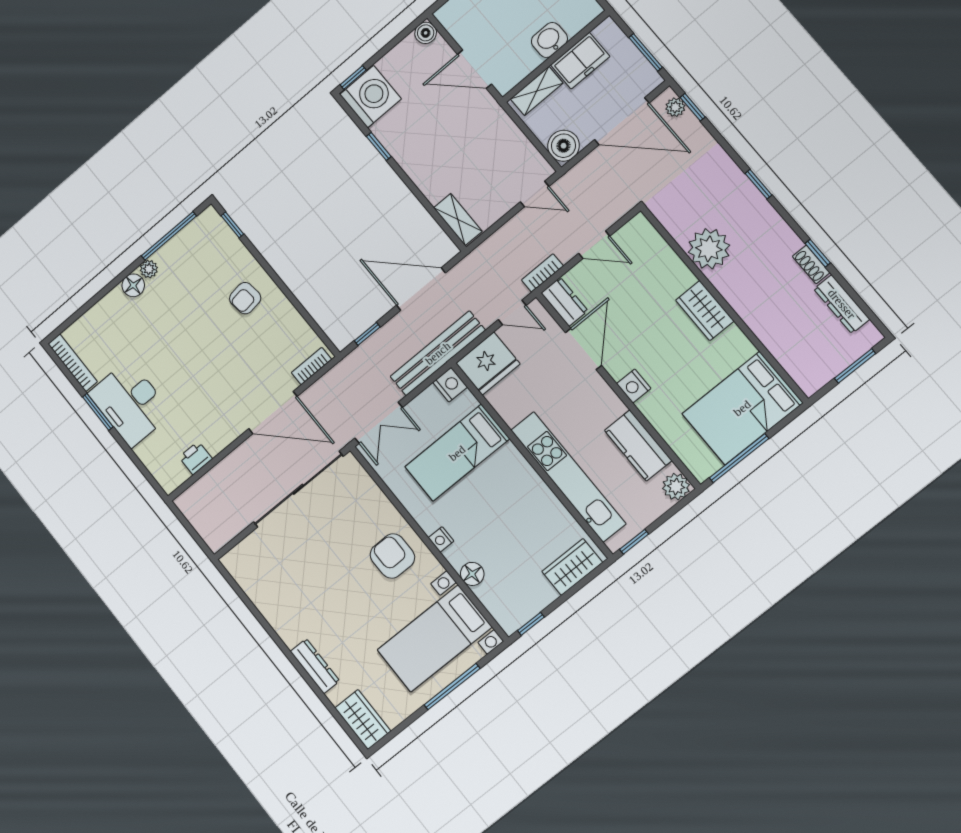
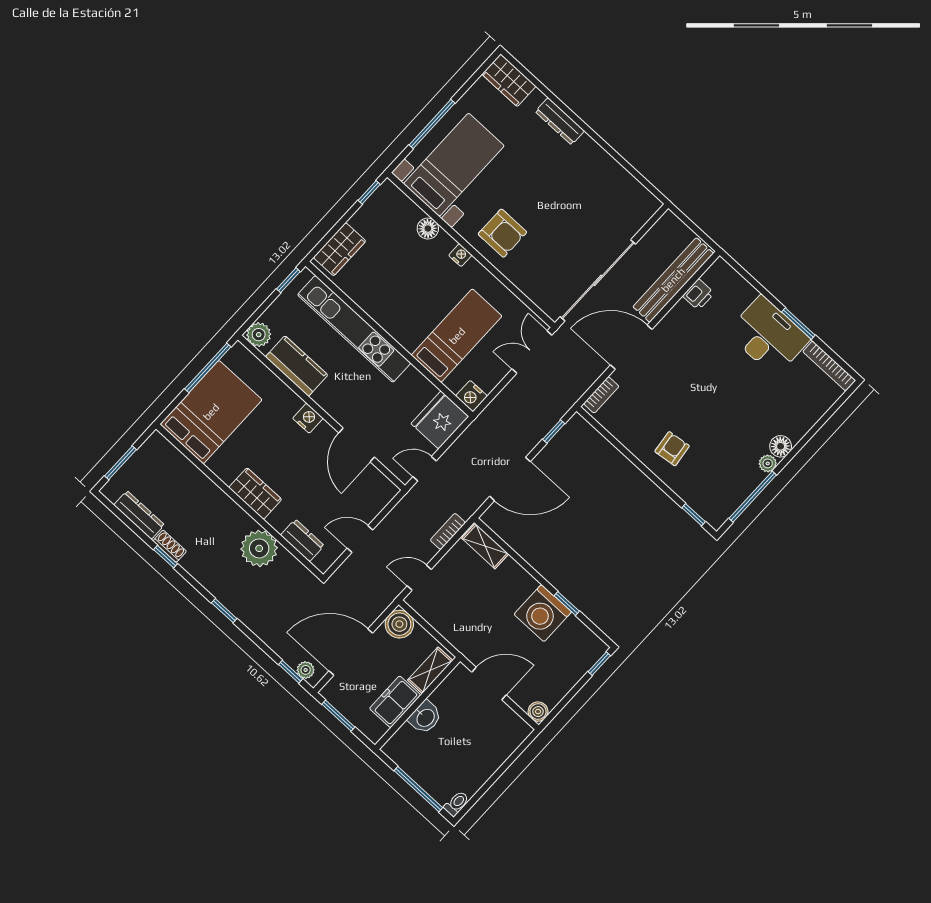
washing machine: (371, 97) -> (543, 613), moved
bookcase: (542, 273) -> (448, 531), moved, turned 180
dresser: (565, 302) -> (302, 540), moved, turned 180
bench: (438, 353) -> (673, 280), moved

